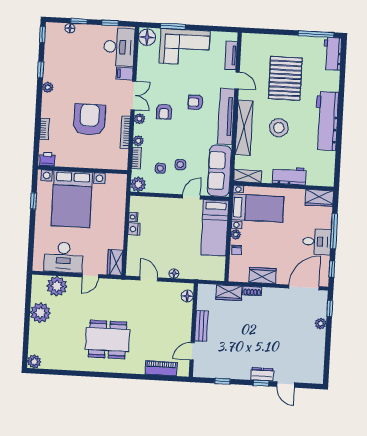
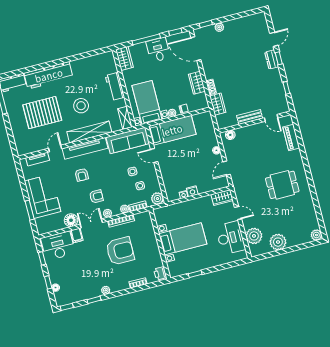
floor lamp: (147, 37) -> (71, 220), moved
armchair: (89, 120) -> (120, 251), turned 180
workbench: (327, 121) -> (49, 75), moved
bed with nightstands: (72, 199) -> (183, 239), width x0.73
dining table: (107, 340) -> (282, 185), width x0.73

